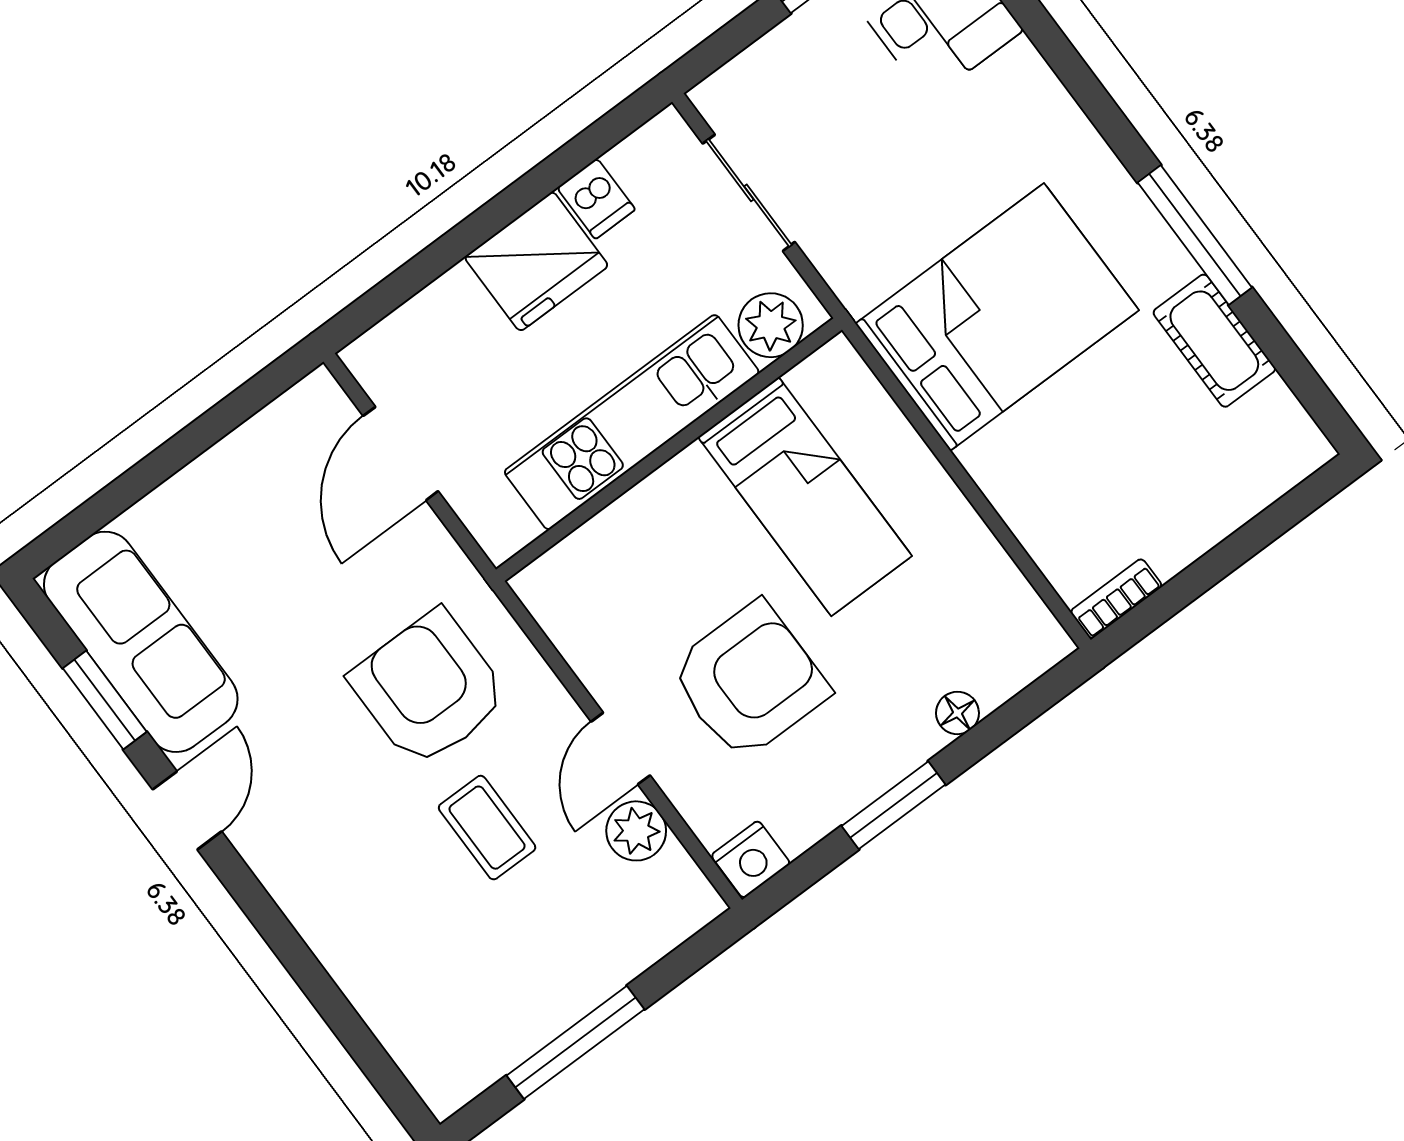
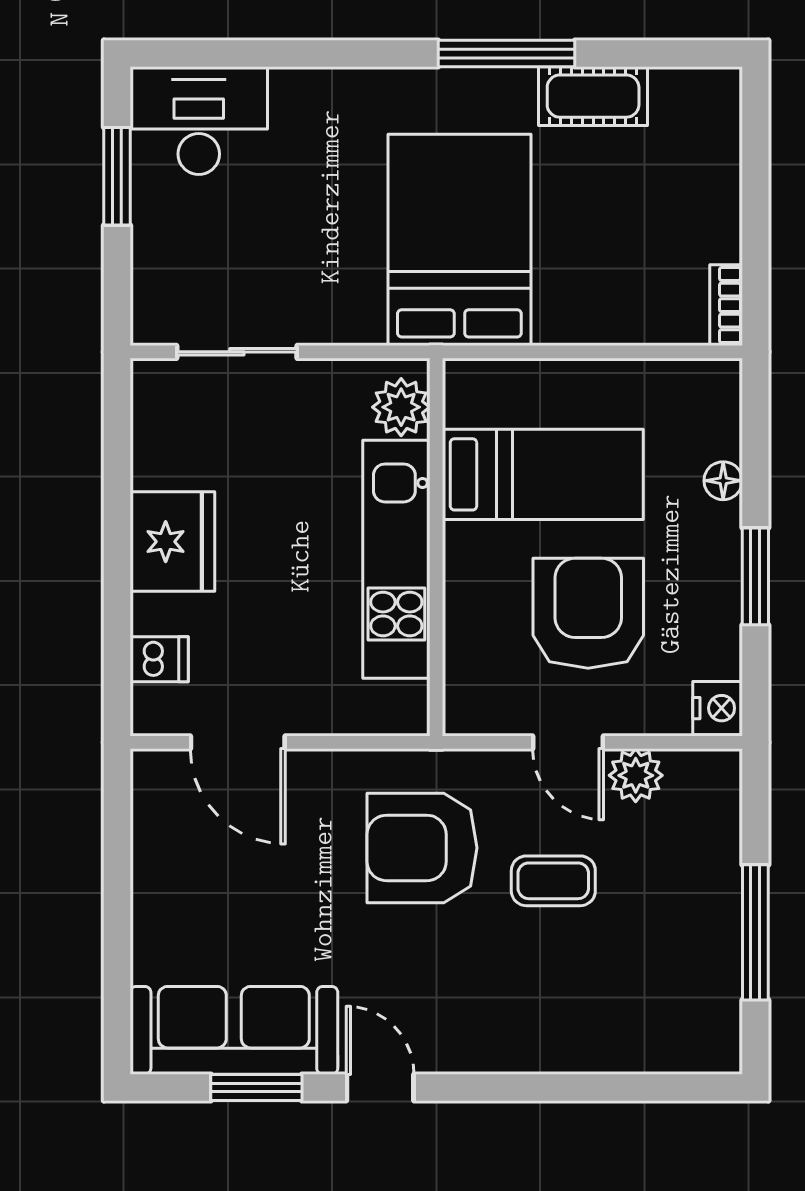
dishwasher: (596, 199) -> (159, 659), moved
plant: (771, 325) -> (401, 407), moved
kitchen unit: (632, 422) -> (396, 559), moved
wall: (669, 450) -> (436, 547), moved
bed: (805, 497) -> (543, 474), moved

